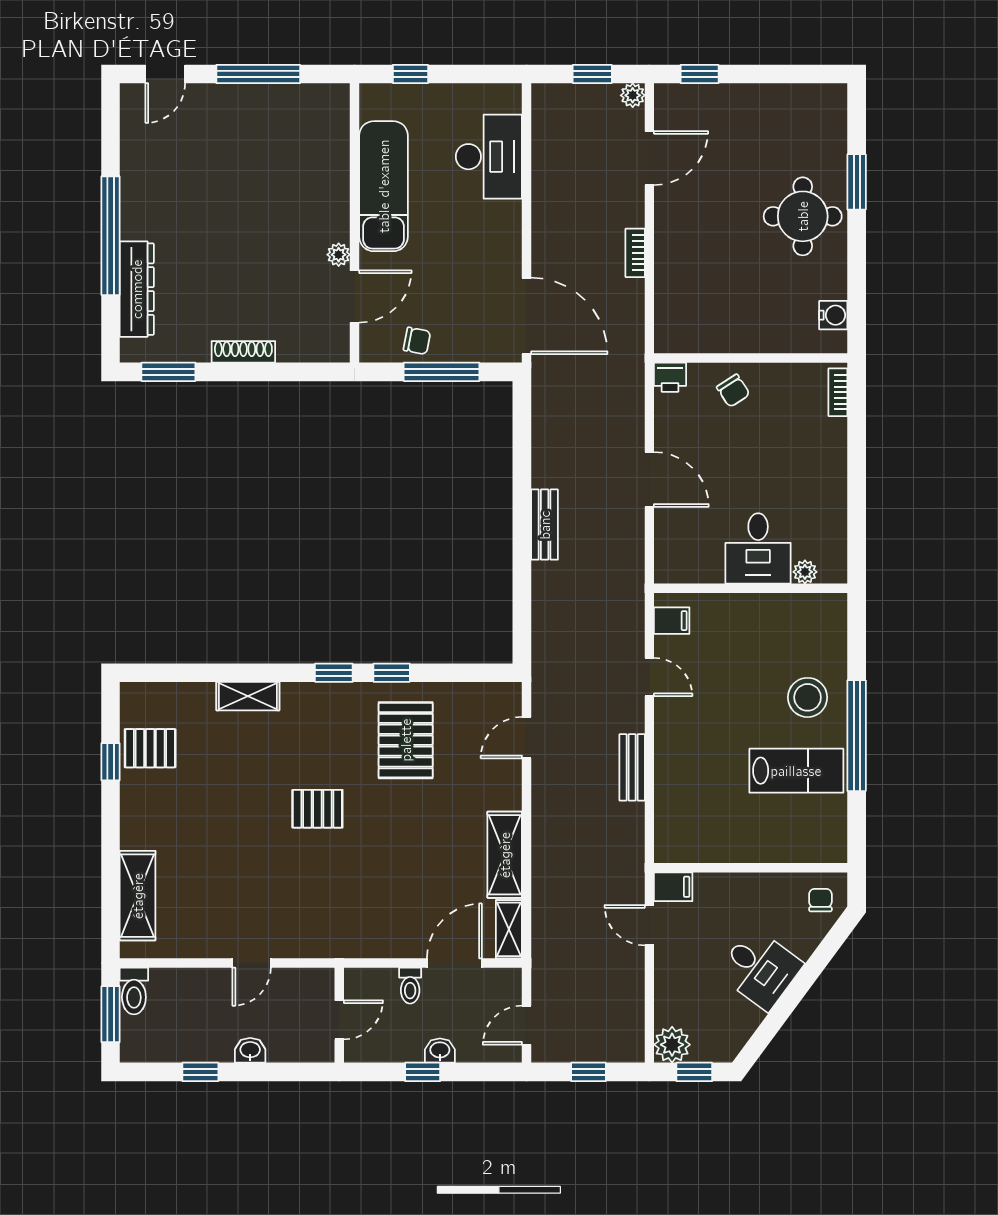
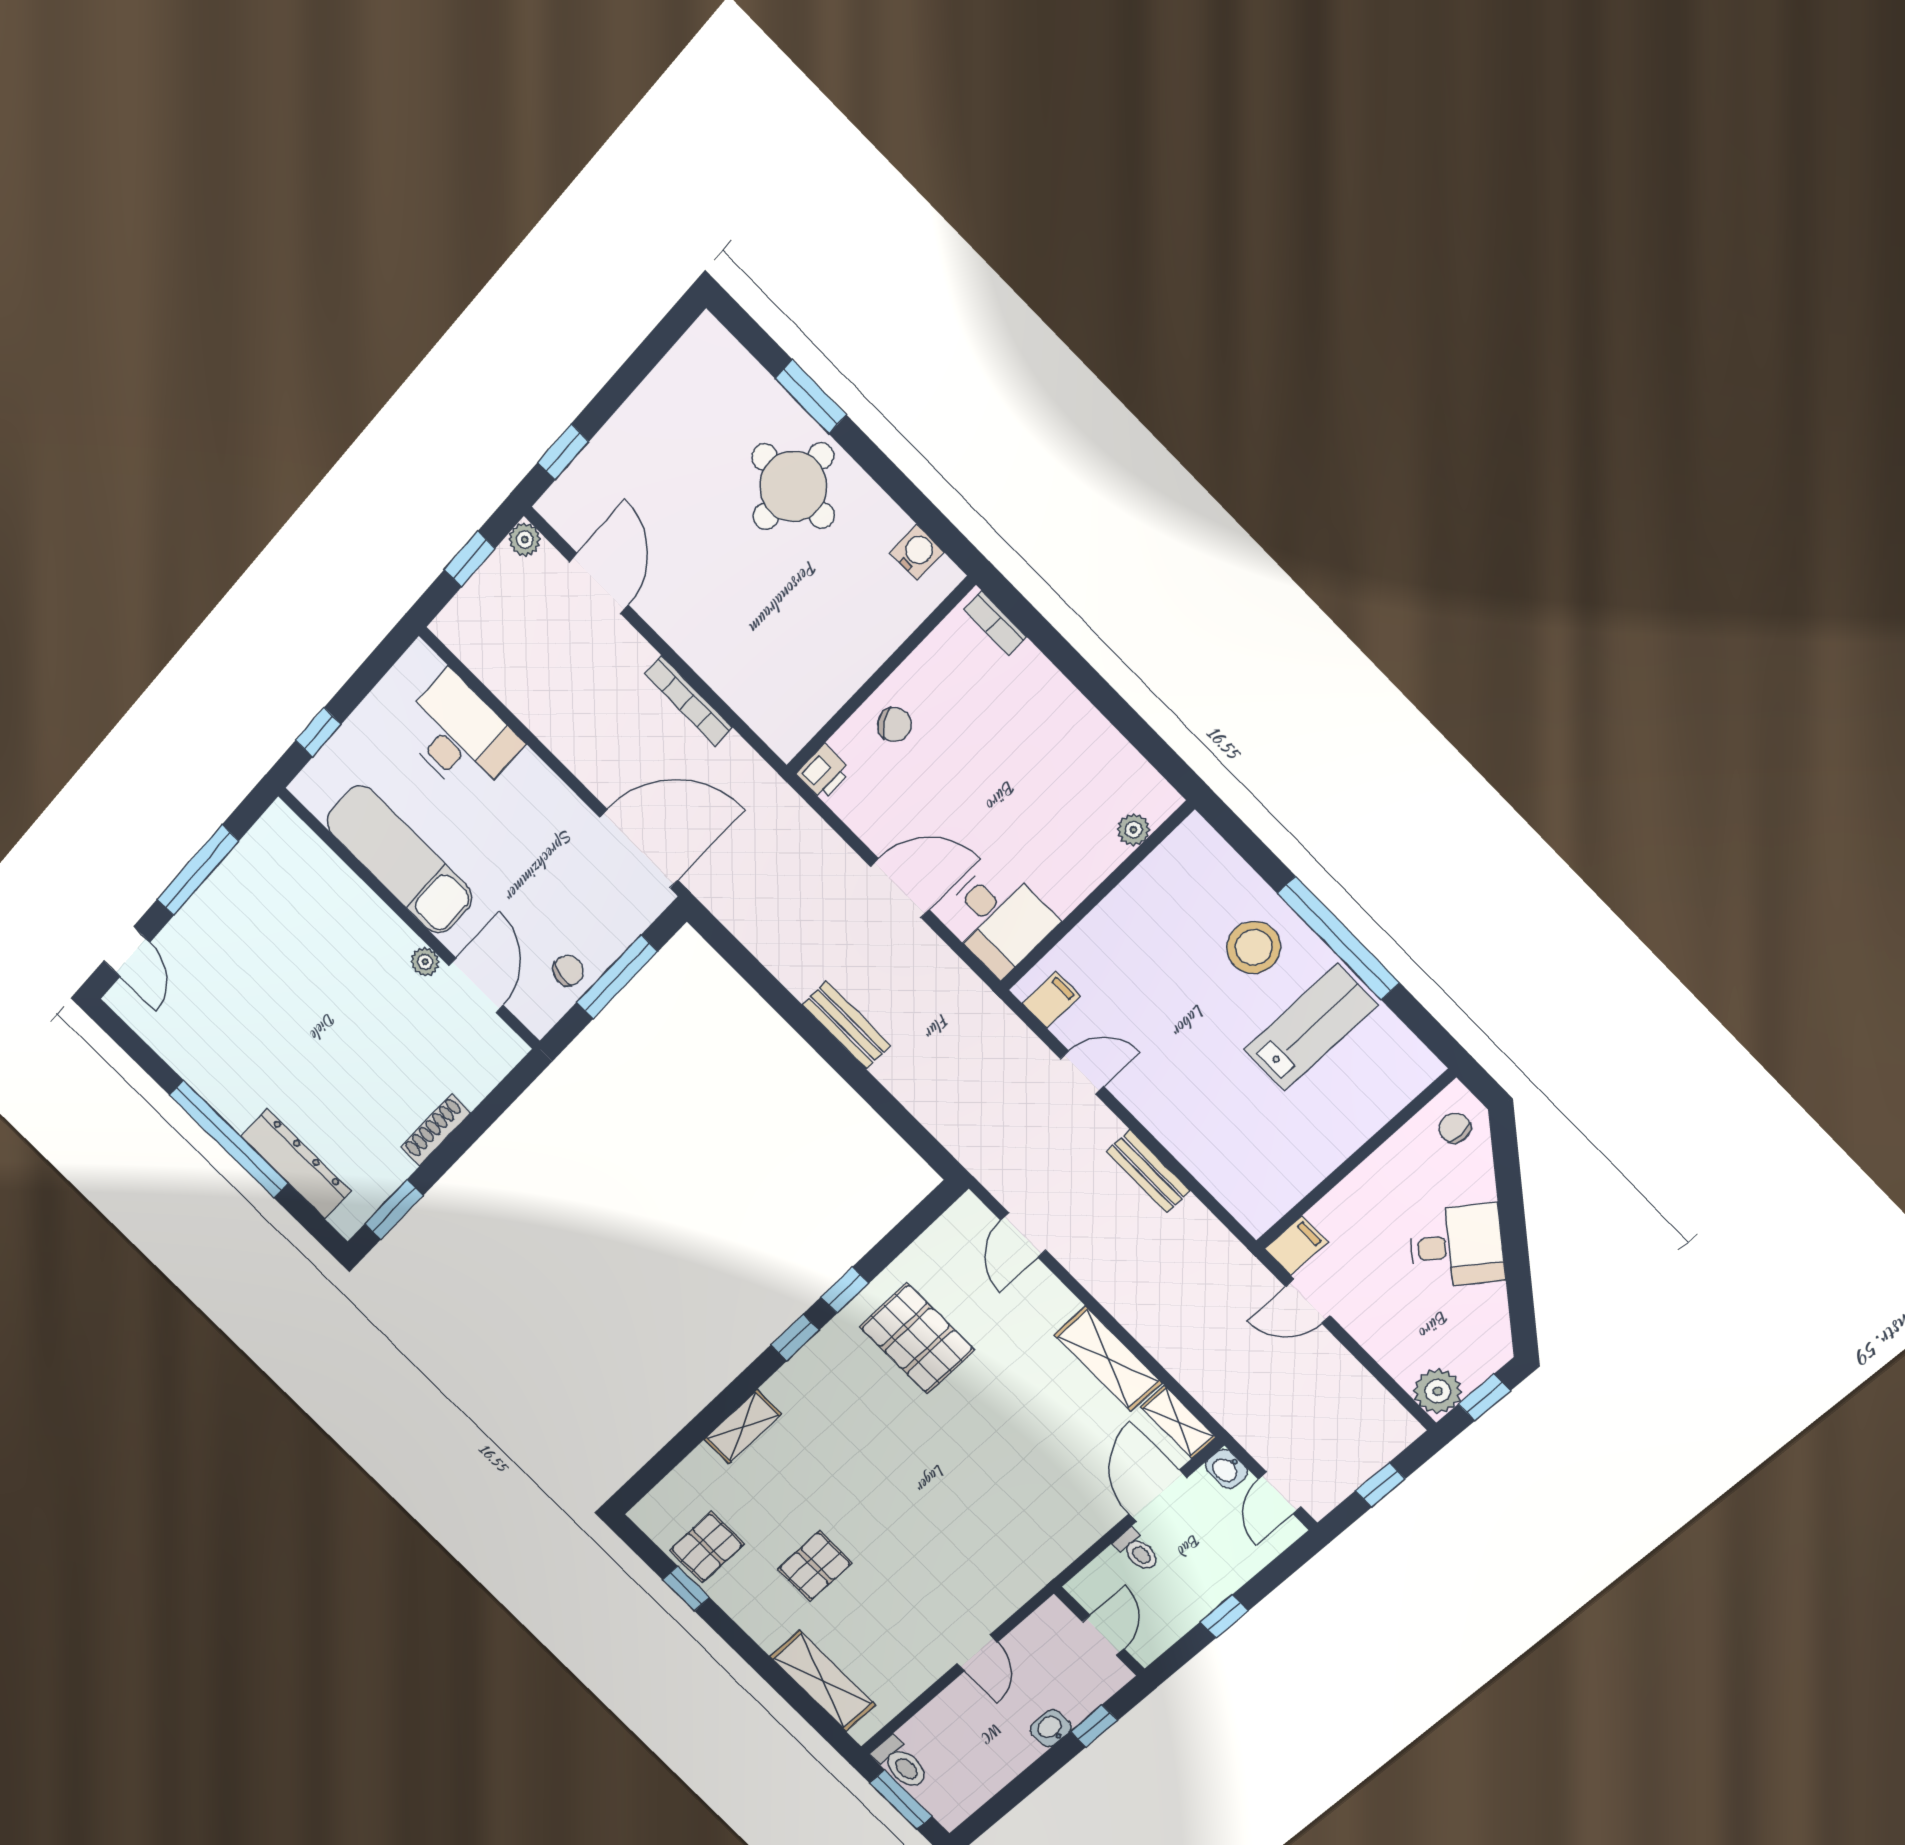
bookcase: (635, 253) -> (688, 700), width x1.56
desk: (758, 548) -> (998, 919), moved
pallet: (317, 809) -> (815, 1566), moved
washbasin: (440, 1051) -> (1226, 1469), moved, turned -90
window: (200, 1072) -> (1094, 1726), moved

